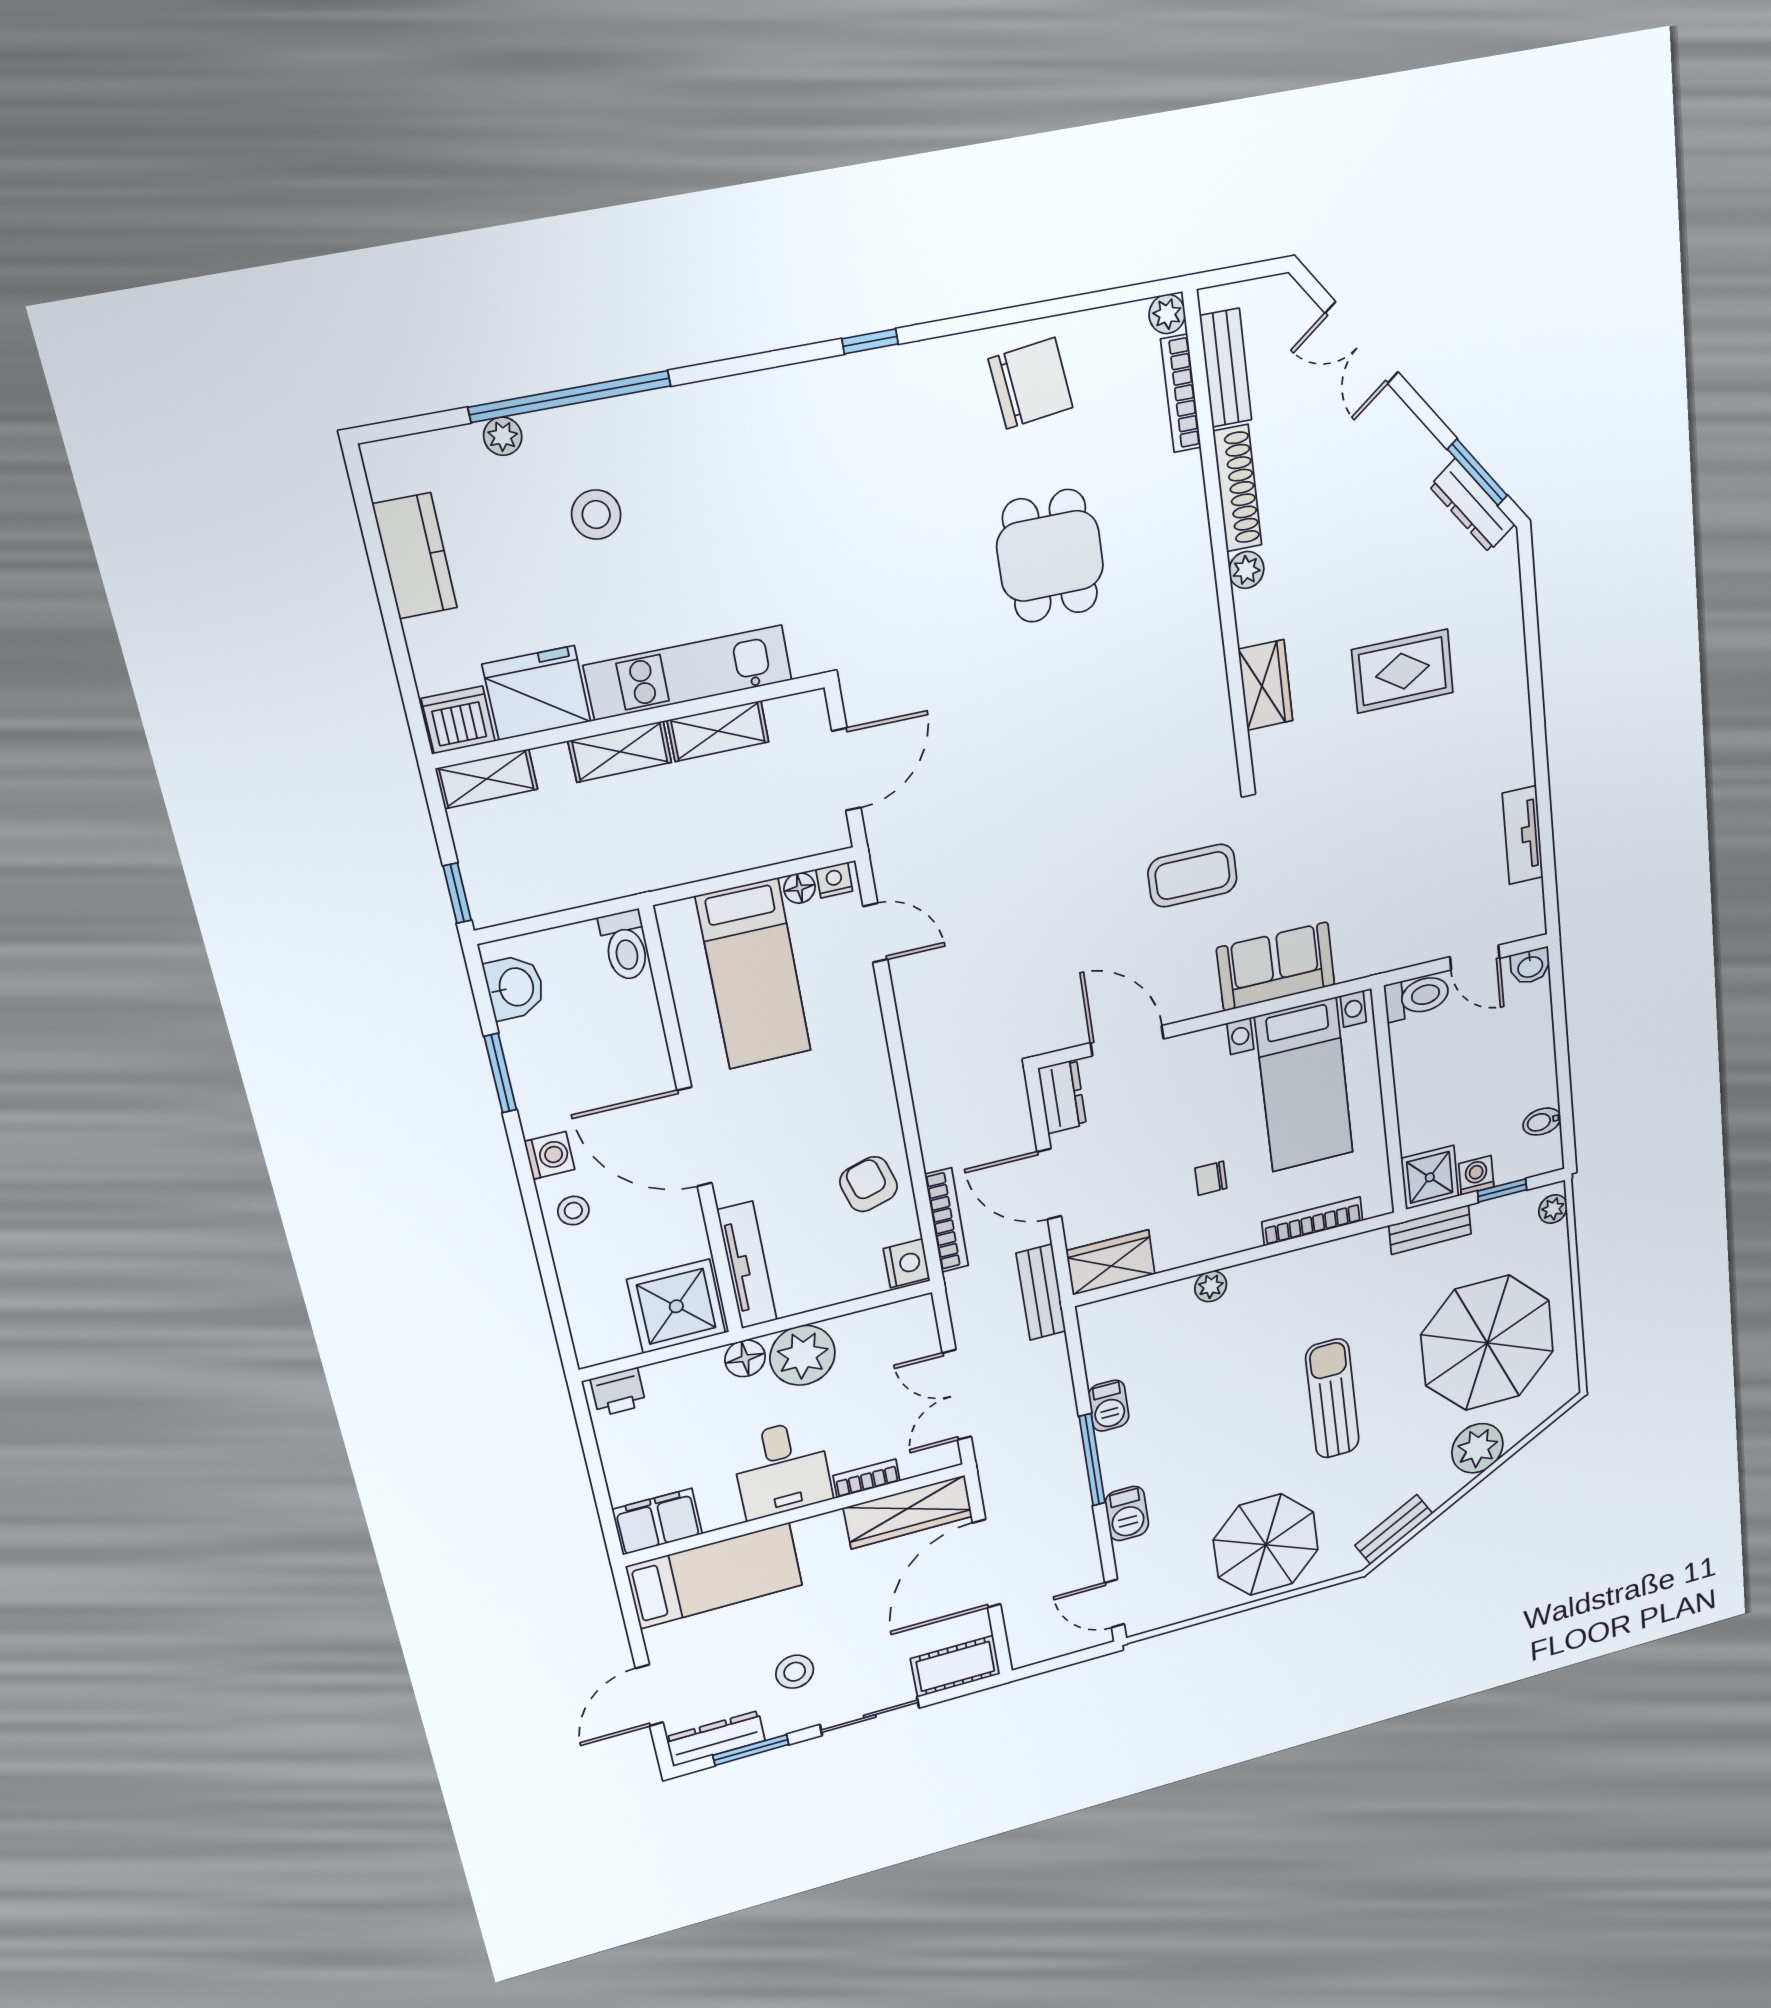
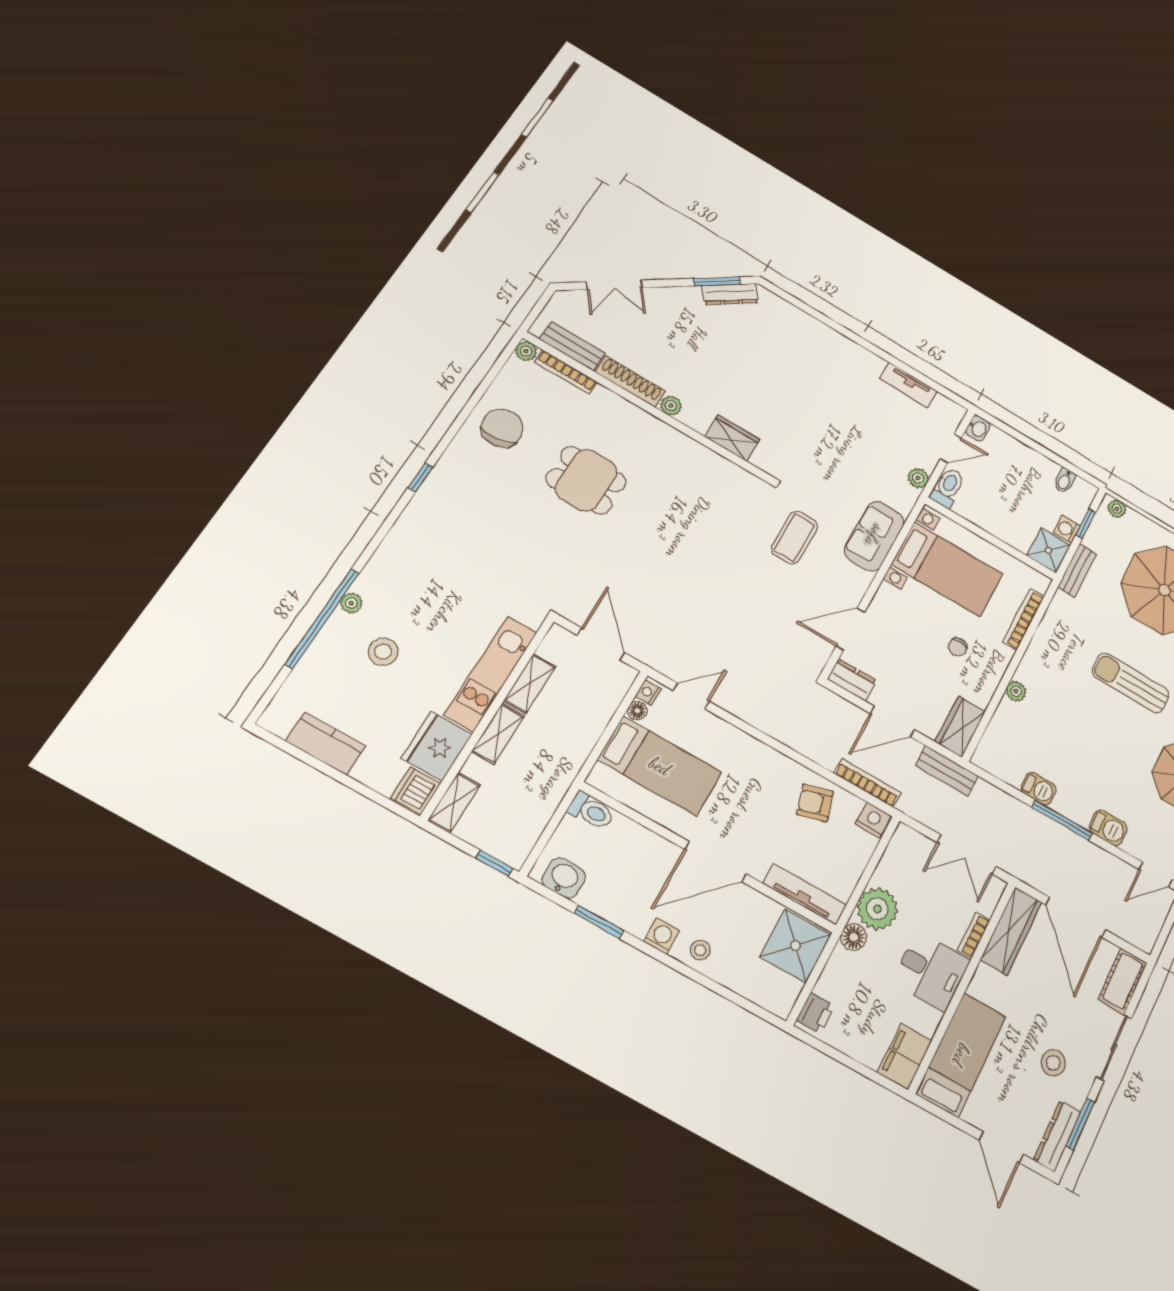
plant: (503, 436) -> (351, 603), moved
rug: (1403, 671) -> (780, 377), removed
plant: (1400, 952) -> (918, 478), added

